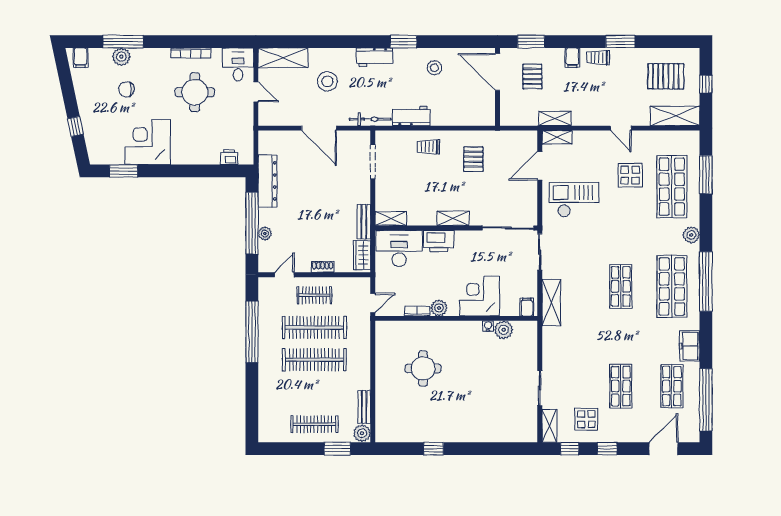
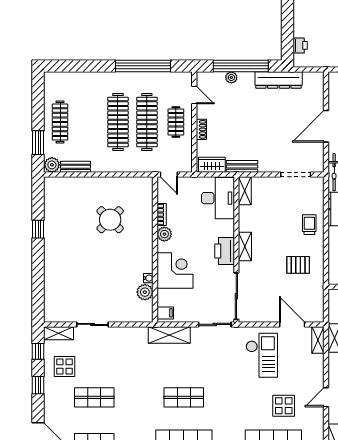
printer: (439, 241) -> (225, 251), moved
round table: (423, 368) -> (110, 220), turned 45

